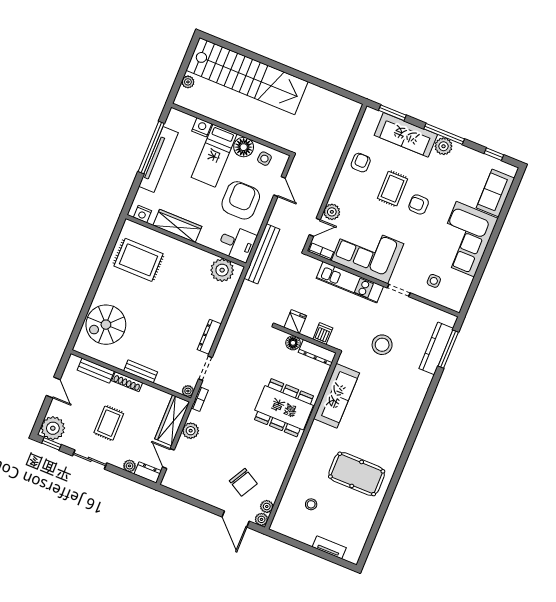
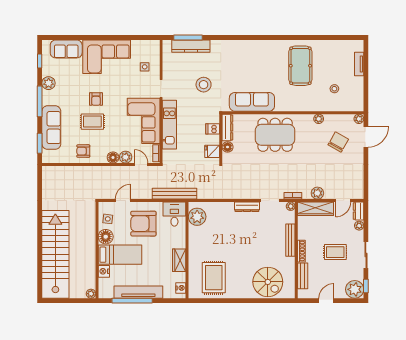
plant: (188, 82) -> (91, 294), moved
plant: (444, 146) -> (49, 83), moved
floor lamp: (338, 196) -> (113, 157), added
wardrobe: (177, 226) -> (179, 260), width x0.67
bench: (141, 371) -> (290, 240), width x1.36
dining table: (284, 408) -> (275, 135), turned 90
plant: (267, 506) -> (319, 119), moved

